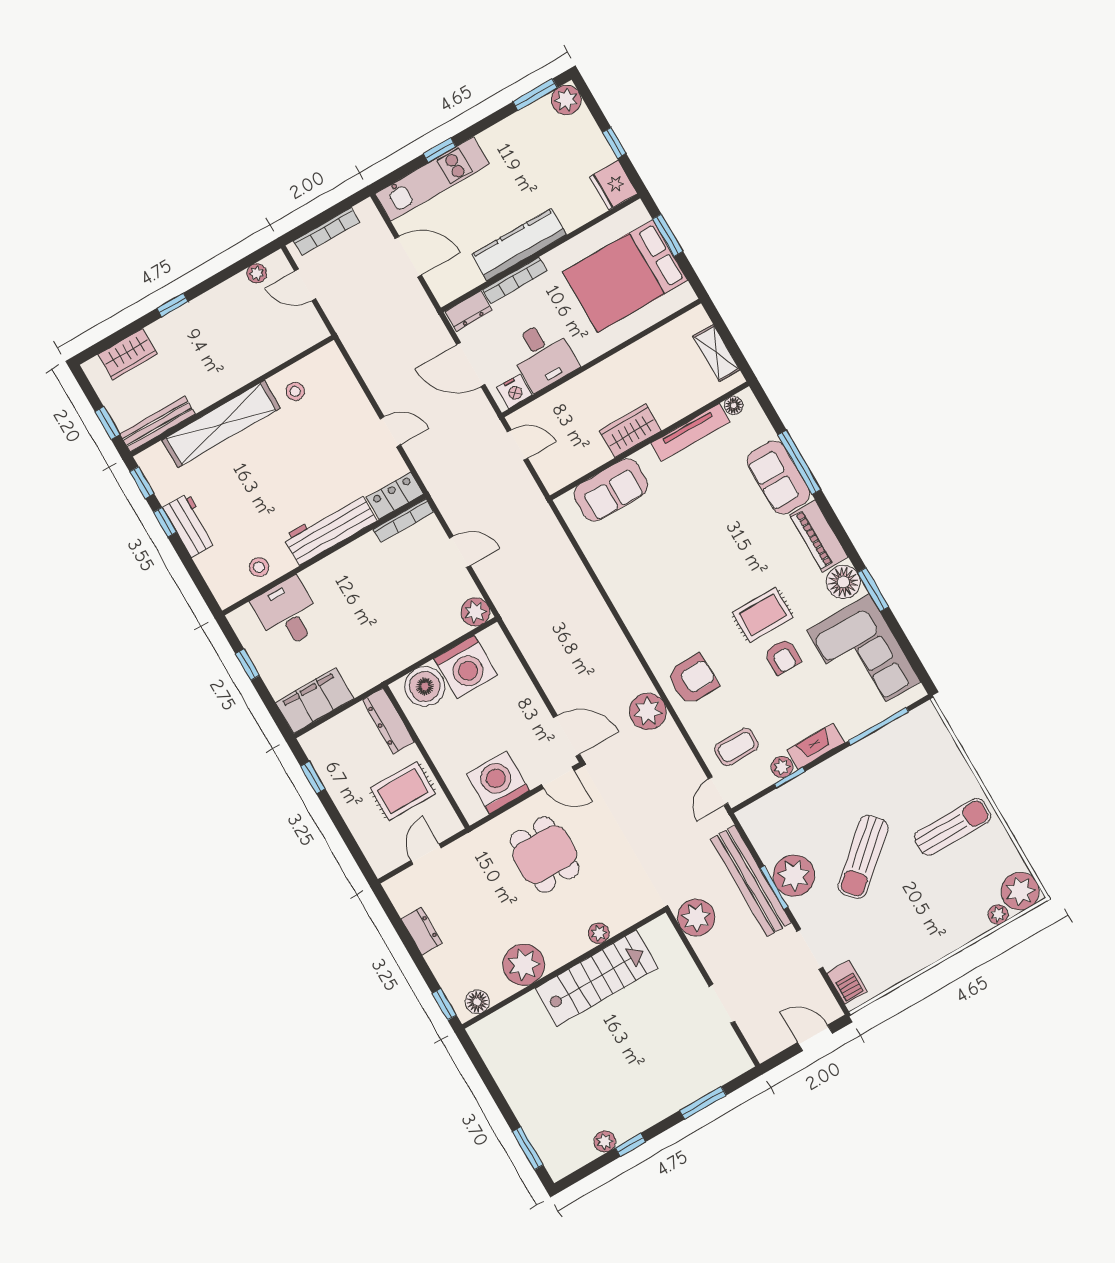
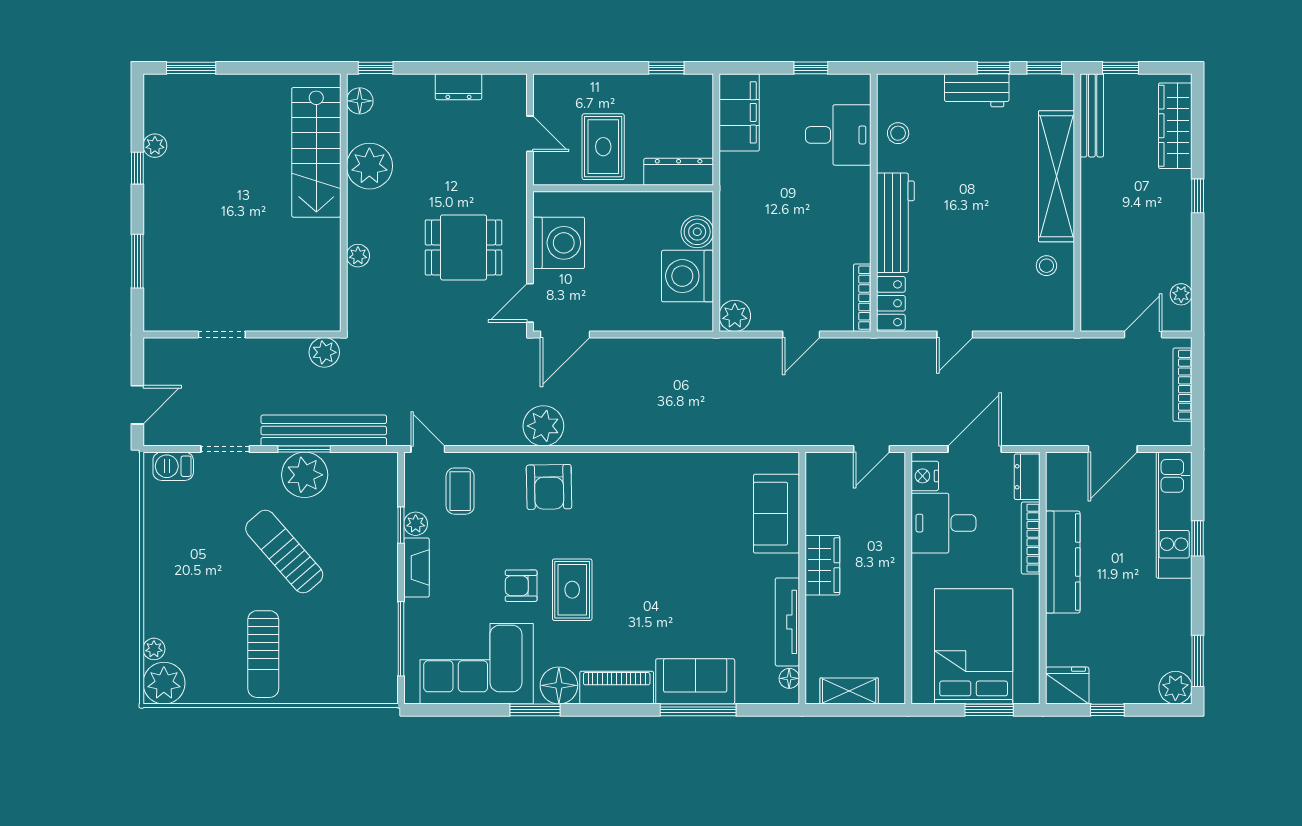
wardrobe: (128, 354) -> (1175, 126), width x1.50
boiler: (425, 687) -> (697, 232), width x0.73, depth x0.73
plant: (696, 918) -> (324, 352), width x0.73, depth x0.73
stairs: (596, 978) -> (316, 152), moved

